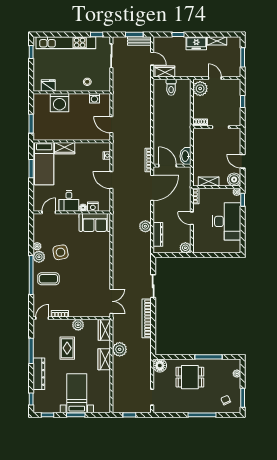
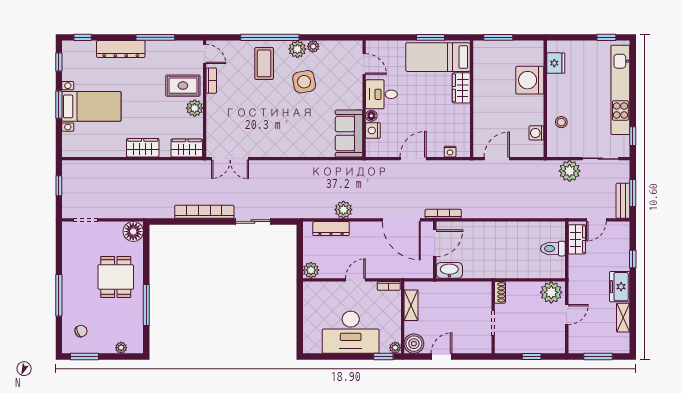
rug: (67, 348) -> (183, 86), moved
plant: (120, 349) -> (570, 171), moved

